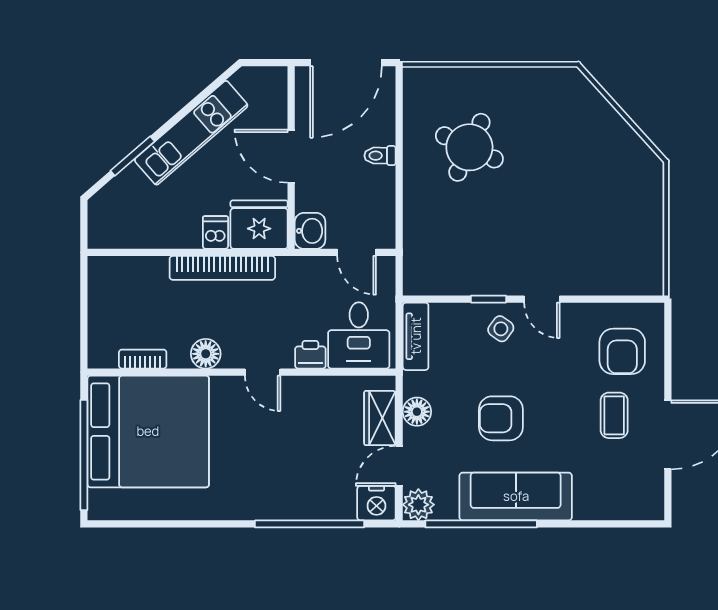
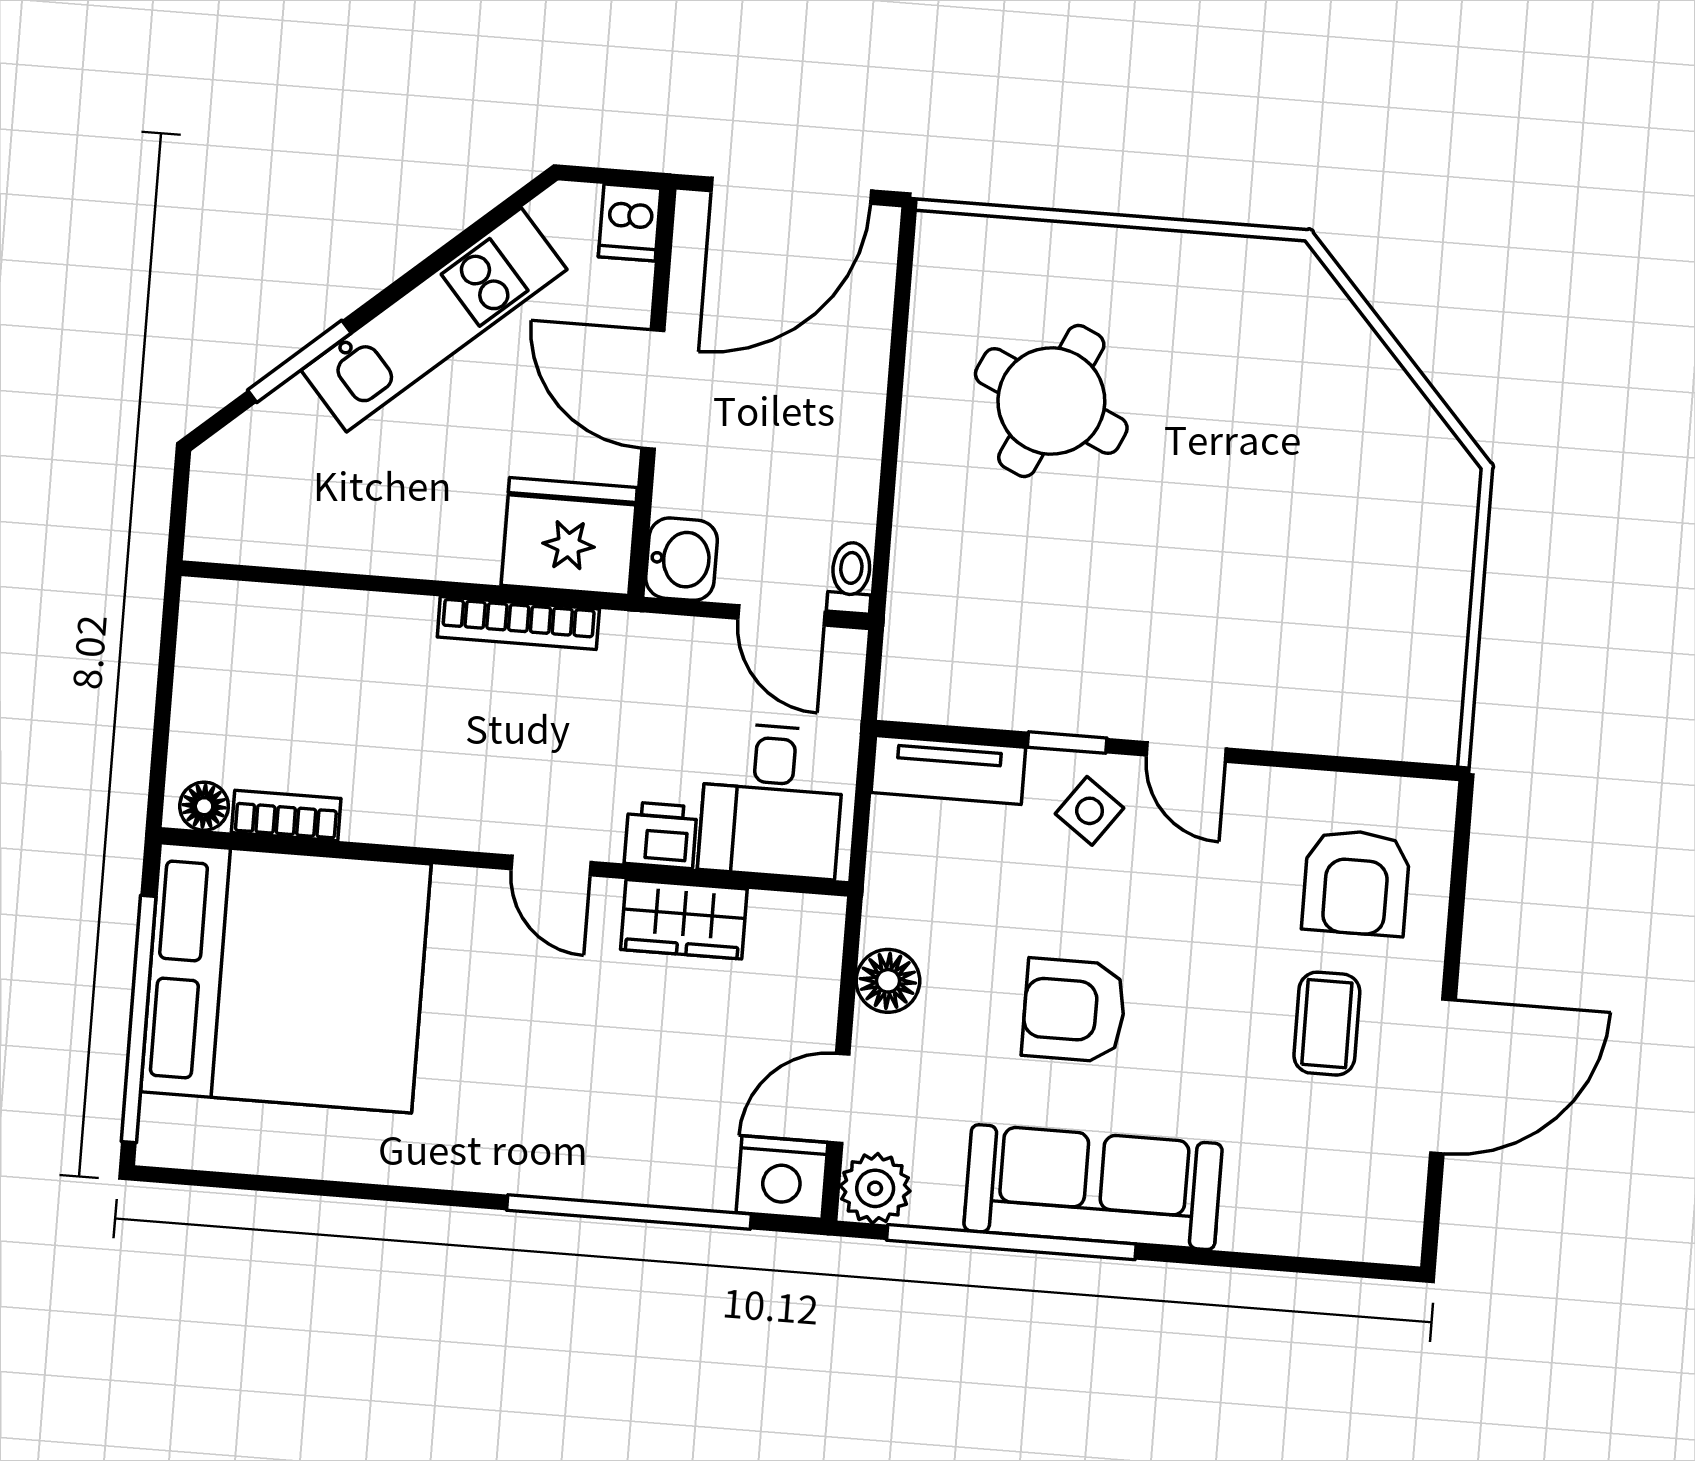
toilet: (380, 156) -> (851, 578), moved, turned 90
dishwasher: (215, 233) -> (630, 223), moved, turned 180
bookcase: (222, 268) -> (518, 623), width x0.68, depth x0.76
tv unit: (416, 336) -> (948, 770), moved, turned 90
floor lamp: (206, 354) -> (204, 806), moved, width x0.73, depth x0.73
wardrobe: (380, 418) -> (684, 919), moved, turned -90

